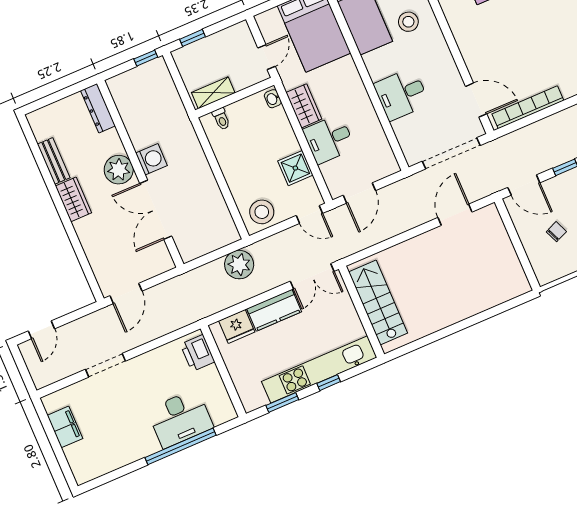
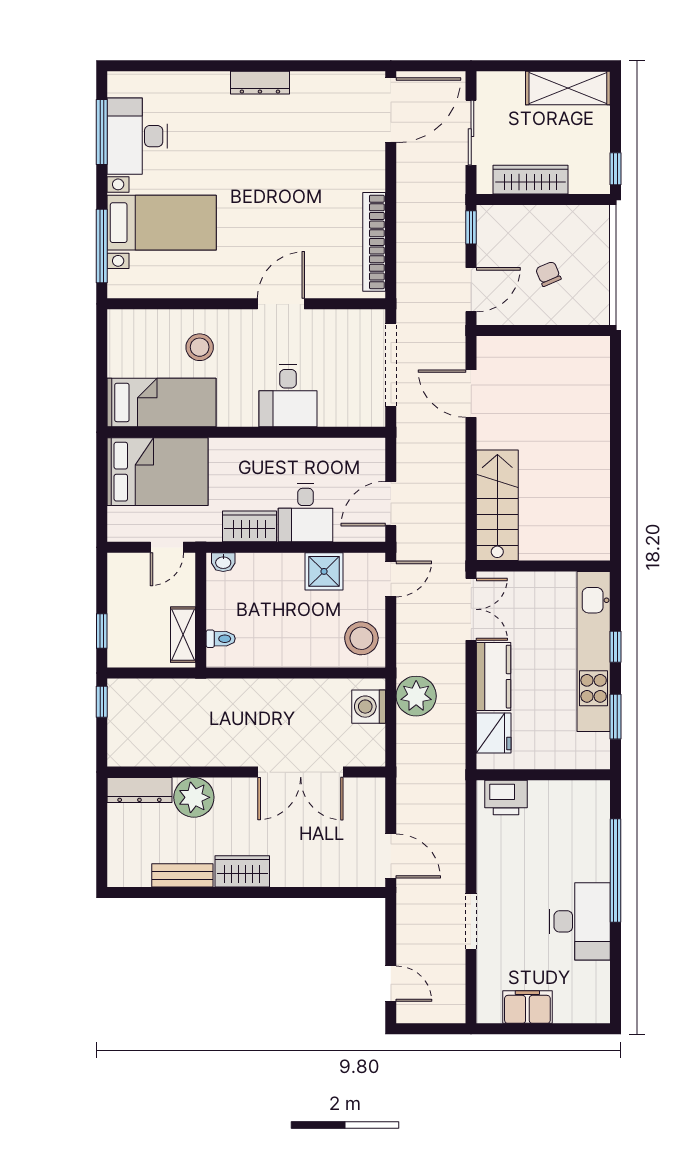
door: (267, 57) -> (167, 547), swing flipped
door: (476, 100) -> (281, 304), moved
washing machine: (151, 159) -> (369, 707), moved, turned -90
plant: (119, 170) -> (194, 797), moved
door: (359, 193) -> (391, 504), swing flipped
stairs: (378, 302) -> (497, 505), moved, turned 90
desk: (180, 418) -> (580, 921), moved

